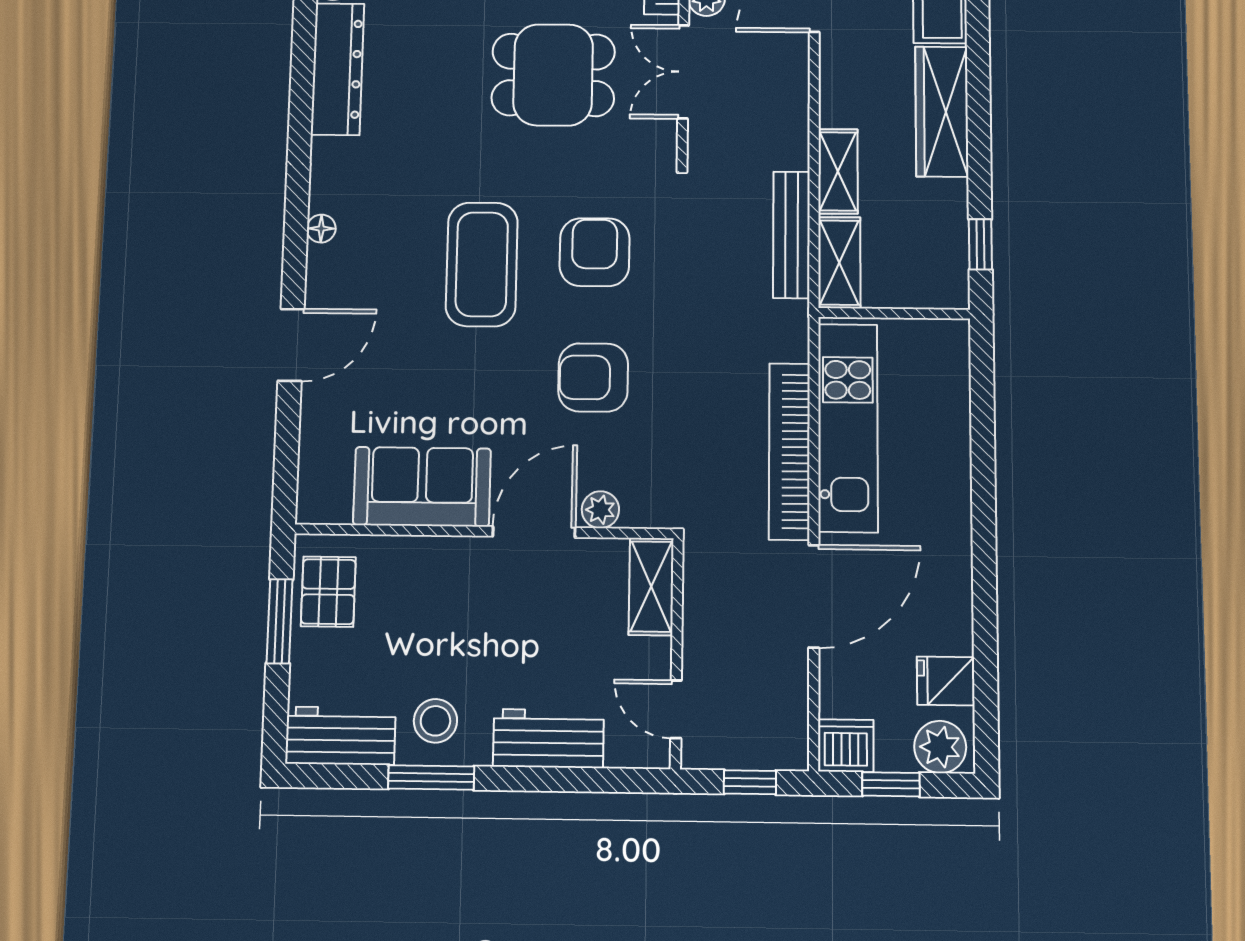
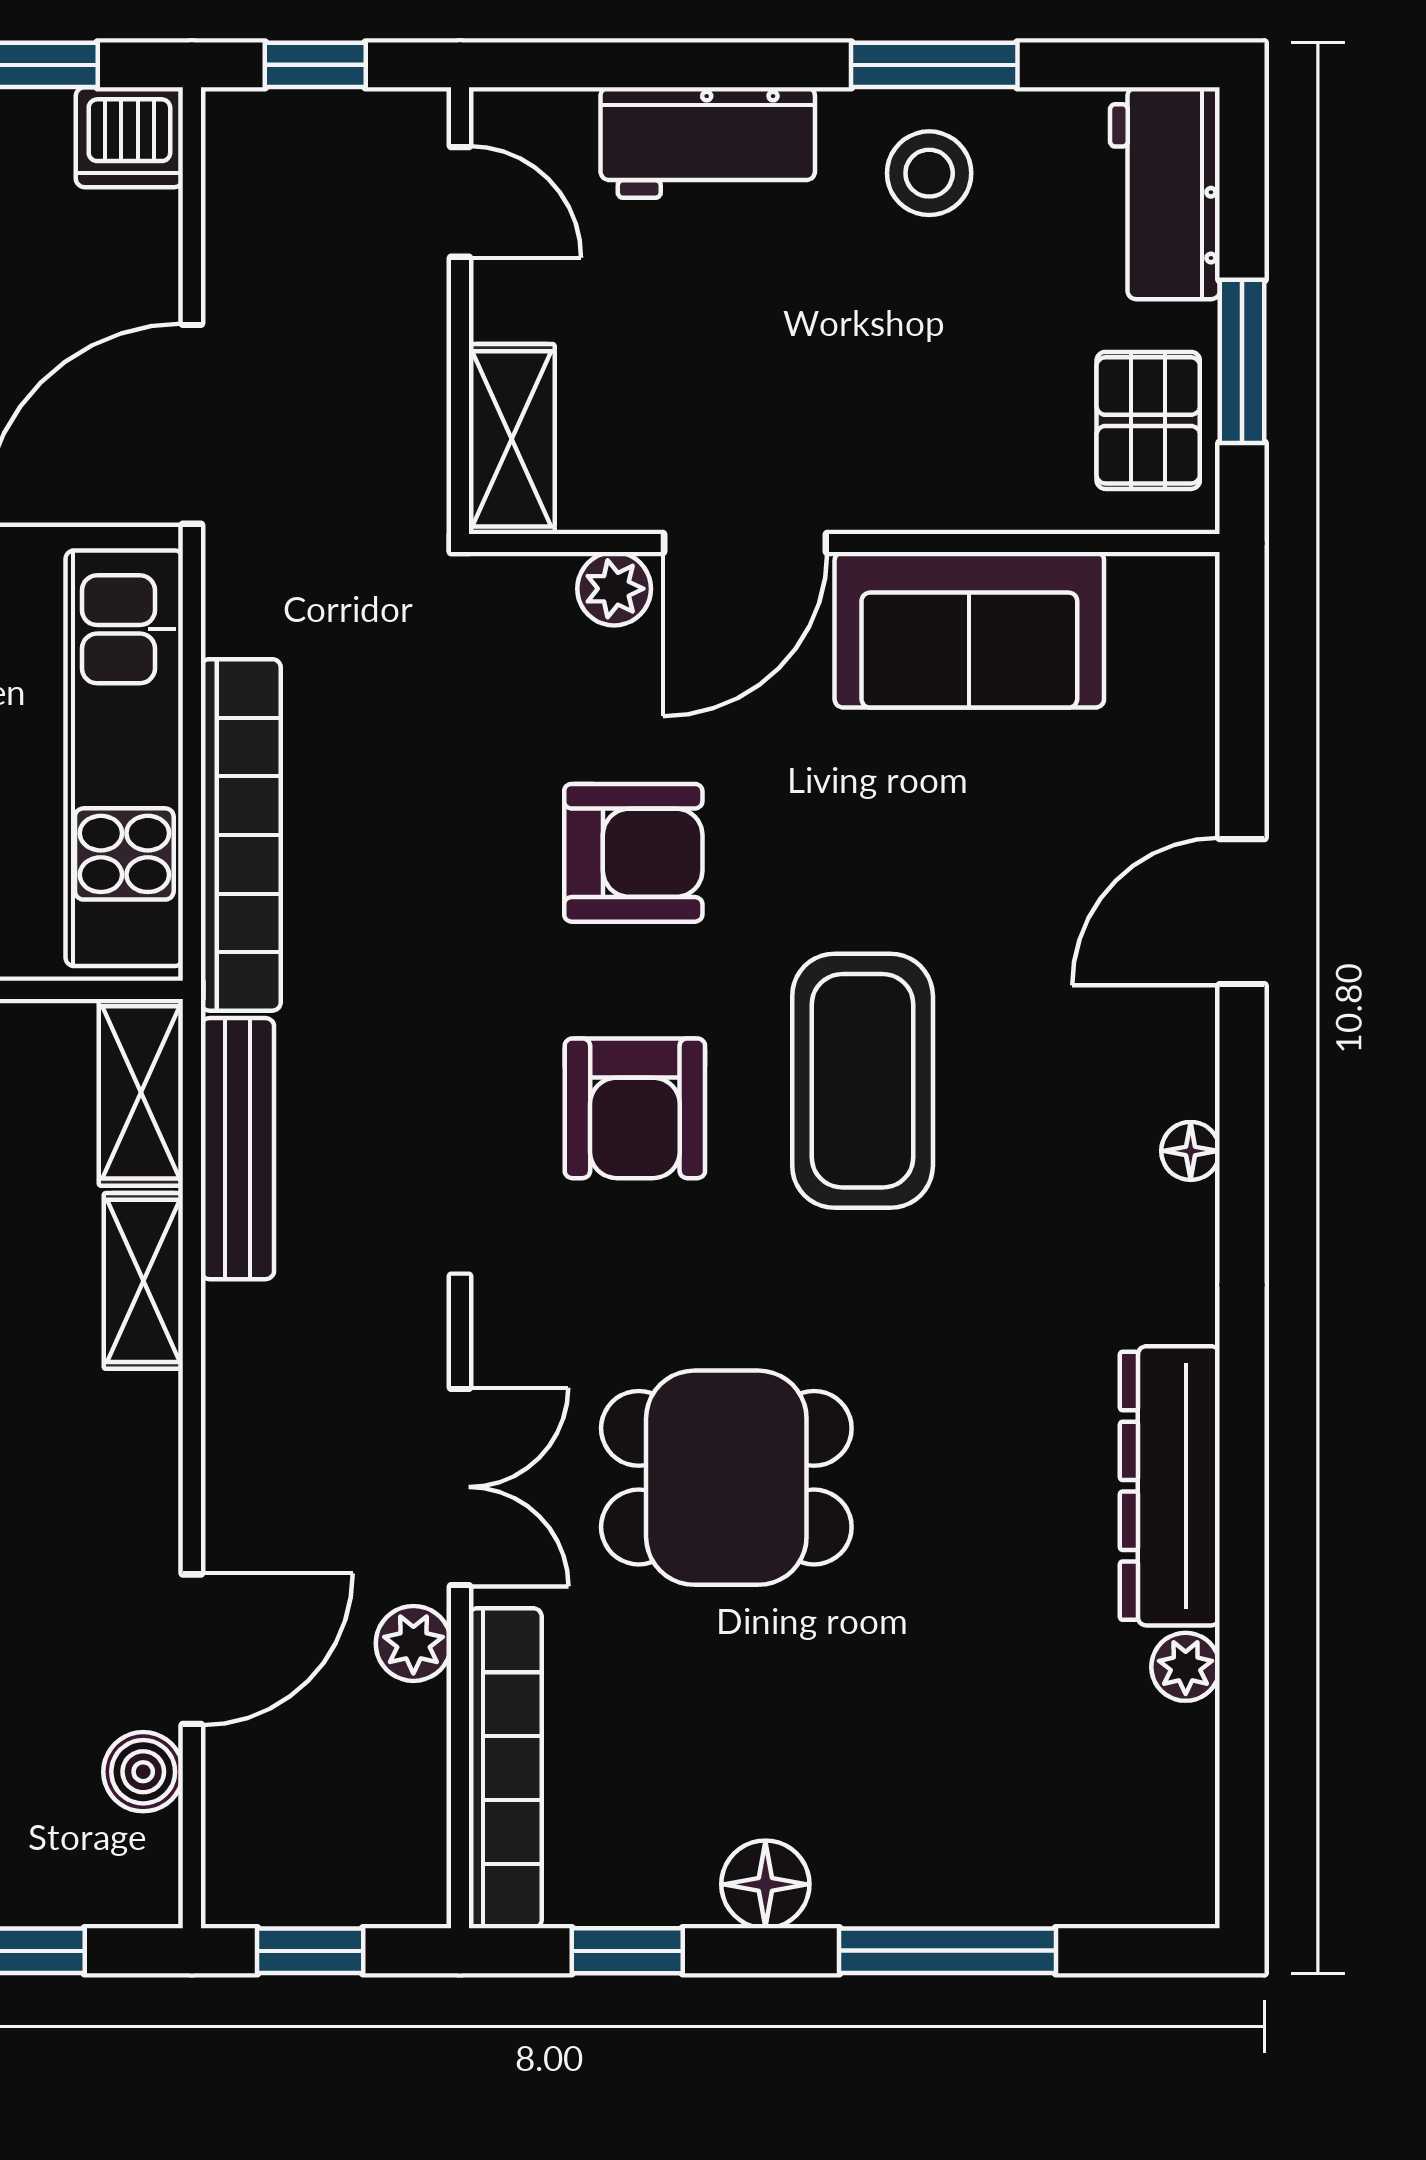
bookcase: (789, 451) -> (241, 835), moved
workbench: (341, 736) -> (1165, 193), moved, turned 90

